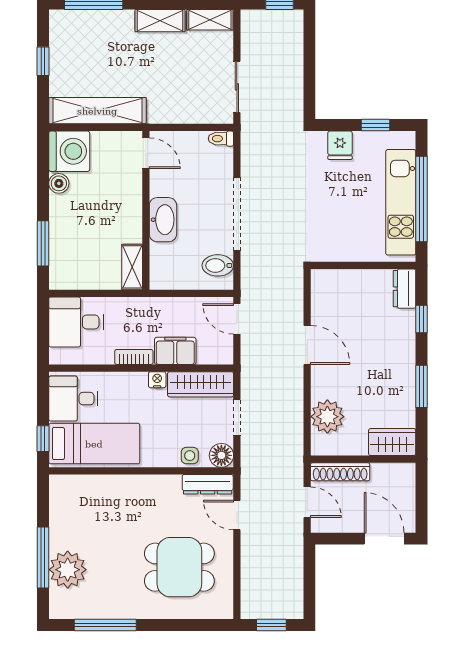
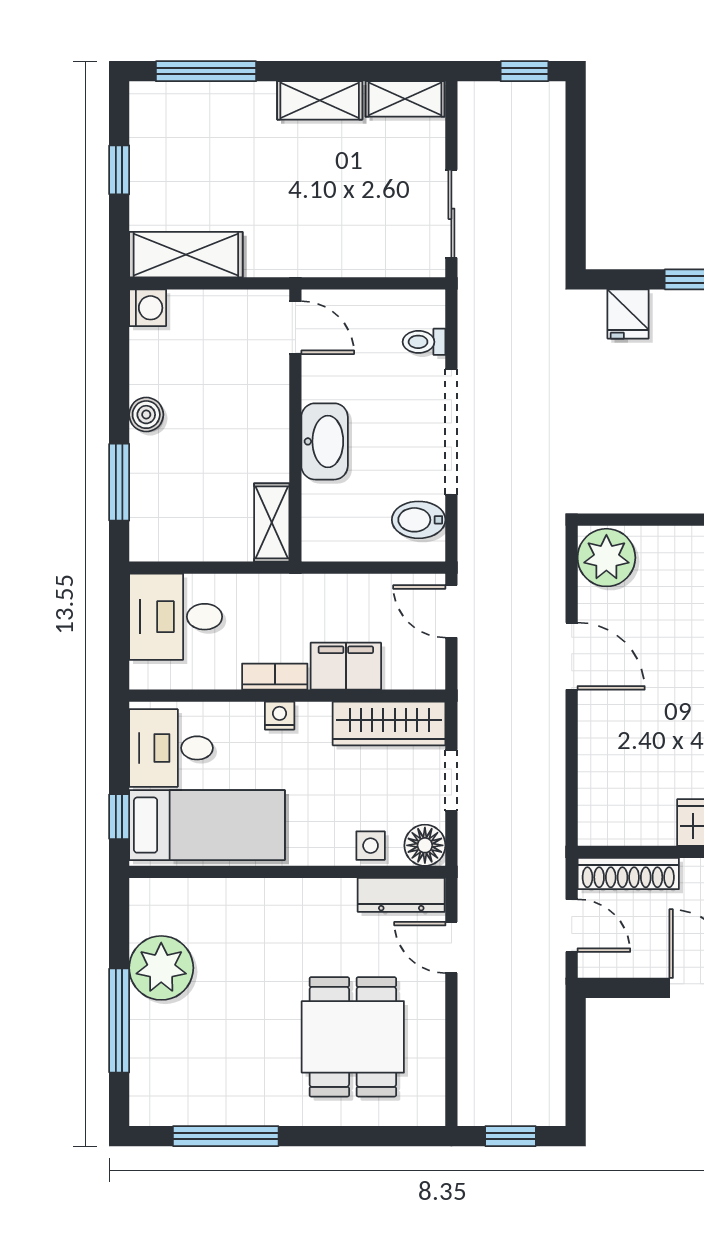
shelving: (97, 111) -> (186, 255), width x0.68
toilet: (221, 139) -> (424, 342), moved
washing machine: (69, 151) -> (148, 308), width x0.53, depth x0.53
boiler: (59, 183) -> (146, 415), moved
nightstand: (157, 380) -> (280, 716), moved
plant: (327, 417) -> (606, 558), moved
dining table: (179, 567) -> (353, 1037), turned 90
plant: (68, 570) -> (161, 968), moved

